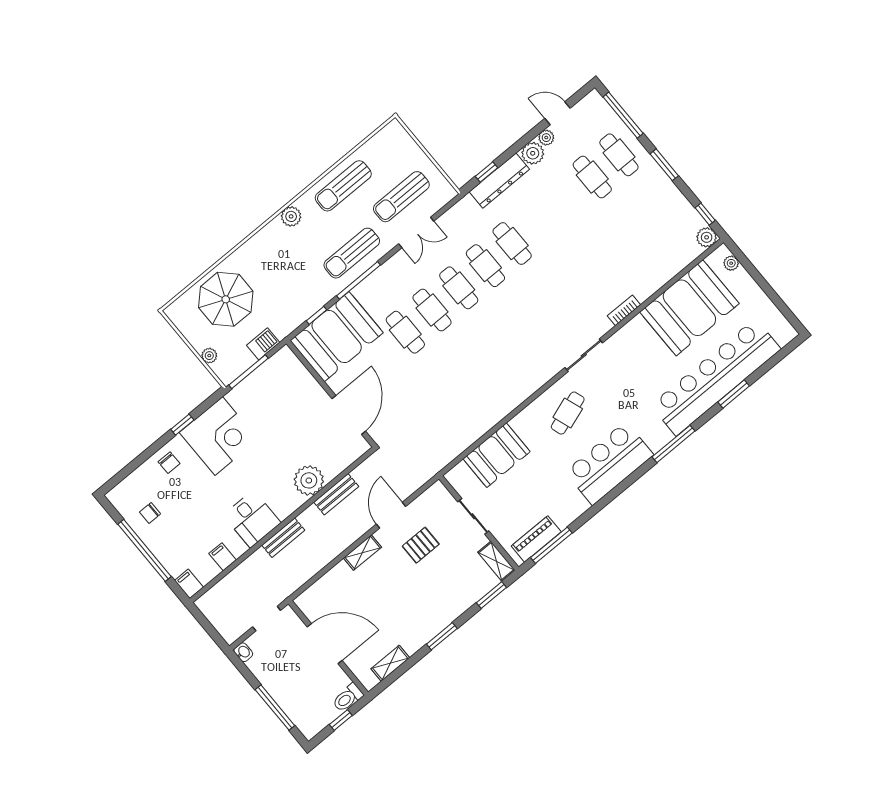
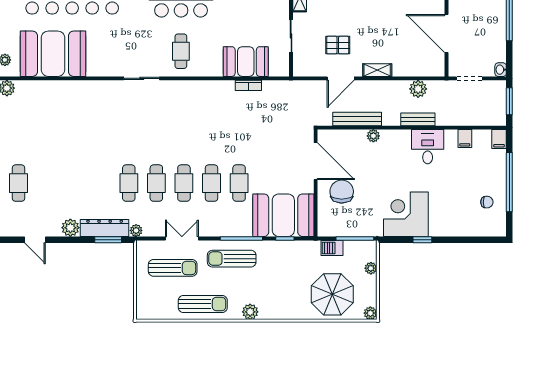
plant: (546, 138) -> (136, 230), moved
window: (487, 172) -> (108, 240), width x1.50
cafe table: (592, 177) -> (46, 183), removed
sun lounger: (352, 253) -> (232, 259), turned 180
bookcase: (624, 310) -> (248, 85), moved
plant: (174, 312) -> (370, 313), added
cafe table: (568, 413) -> (181, 51), turned -71
door: (349, 415) -> (316, 161), swing flipped
chair: (169, 463) -> (342, 192), moved, width x1.87, depth x1.87
plant: (309, 480) -> (373, 136), width x0.53, depth x0.53
bench: (336, 494) -> (357, 119), width x1.36
plant: (308, 567) -> (418, 89), added
window: (209, 629) -> (509, 101), added

